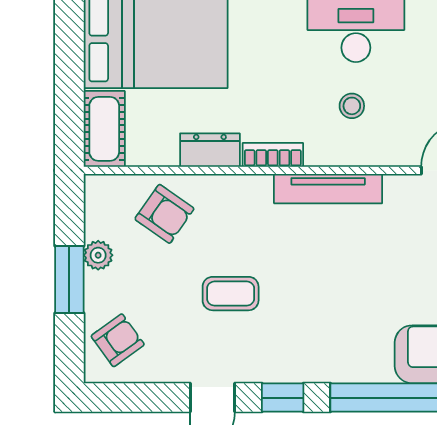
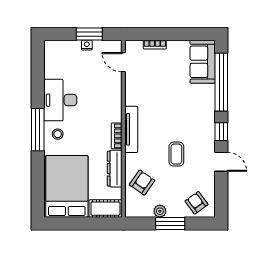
stool: (352, 106) -> (58, 134), moved
dresser: (210, 150) -> (115, 169), width x1.44
tv unit: (328, 189) -> (131, 129), moved

